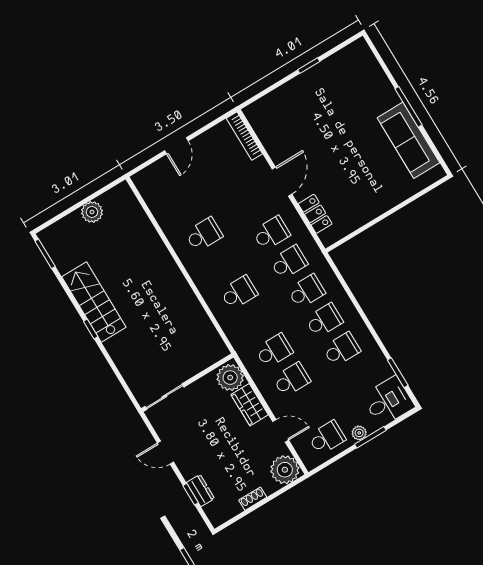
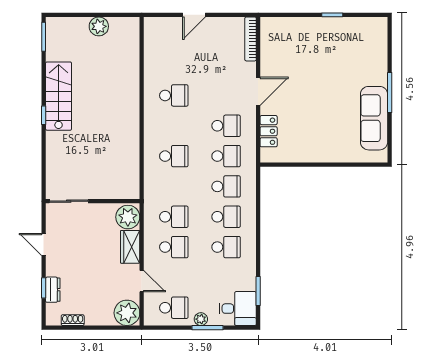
shoe rack: (253, 499) -> (73, 320), moved

